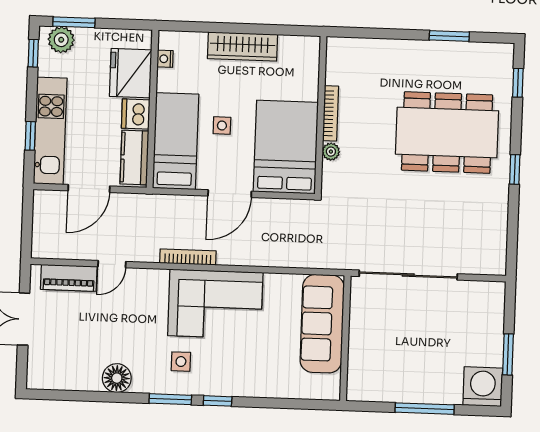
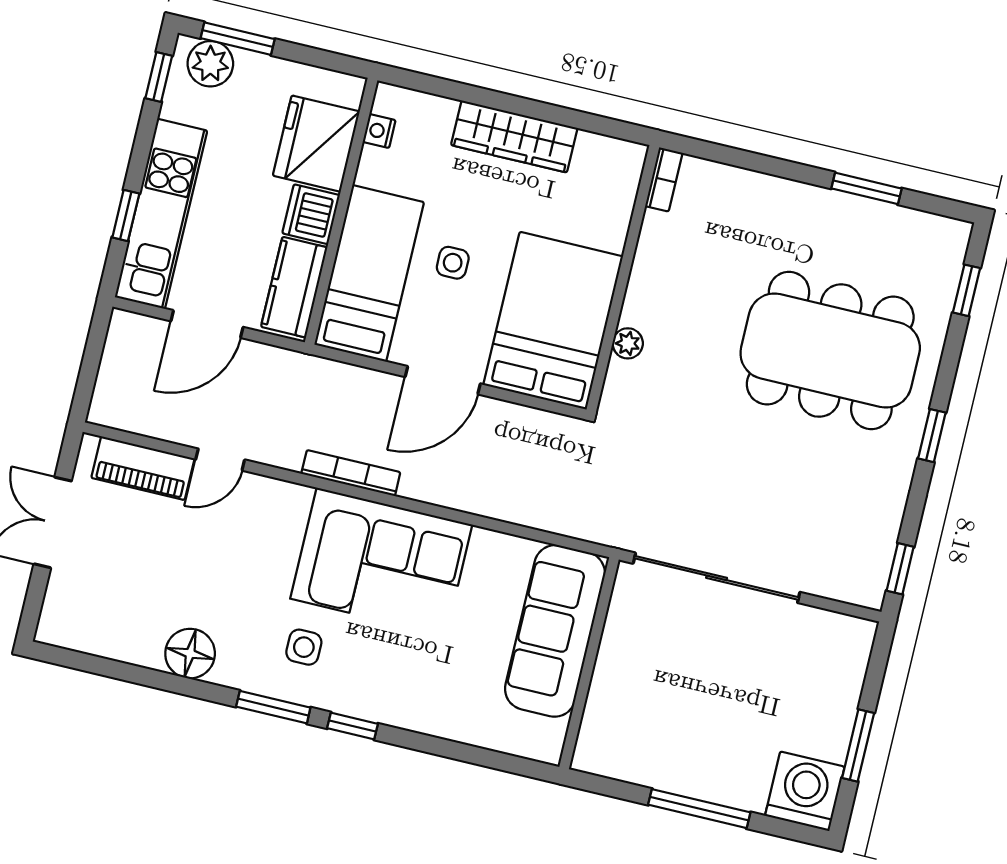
bookcase: (331, 113) -> (664, 179), moved, width x0.64
window: (512, 249) -> (900, 569), added

